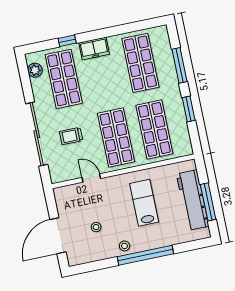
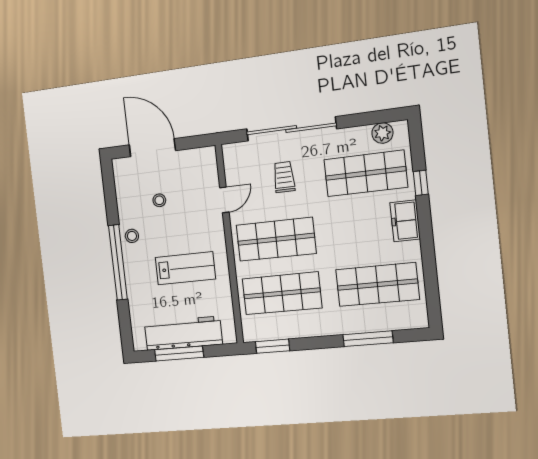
window: (189, 109) -> (272, 346), moved

